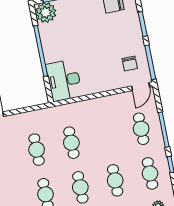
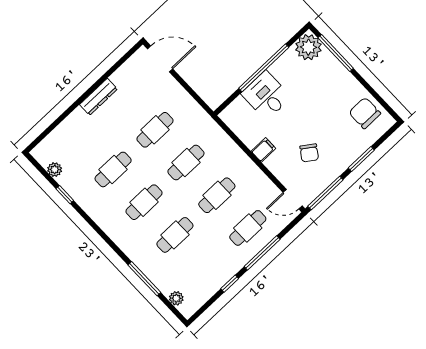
chair: (130, 64) -> (309, 153), moved, turned -55
desk: (64, 80) -> (266, 95), moved, width x0.73
filing cabinet: (95, 86) -> (263, 150), added
cafe table: (150, 173) -> (217, 195), moved

